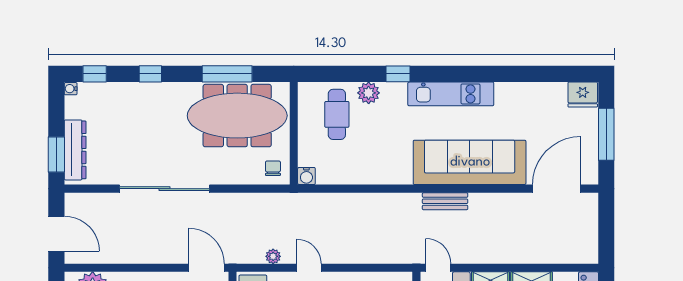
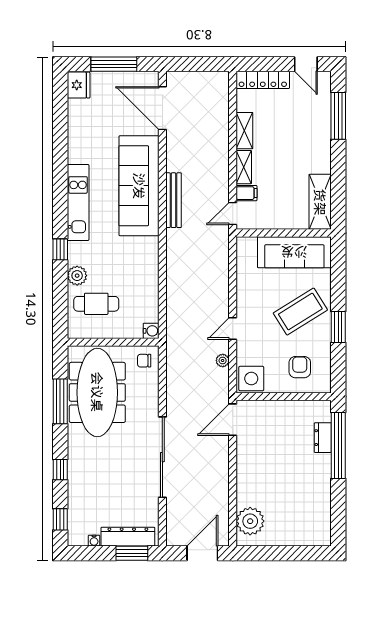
water cooler: (71, 89) -> (94, 541), moved
bench: (445, 201) -> (174, 200), width x1.36

